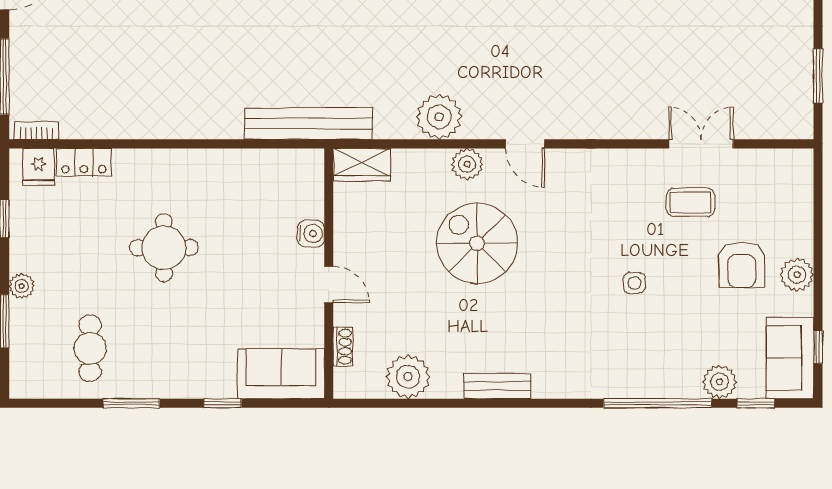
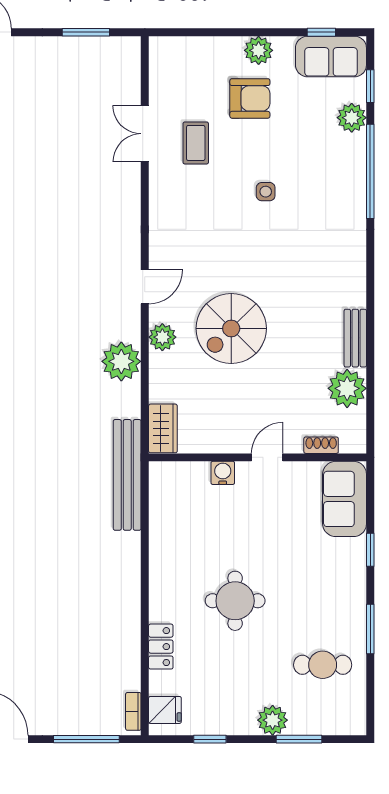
locker: (84, 162) -> (161, 647), moved
plant: (22, 286) -> (273, 720), width x1.38, depth x1.38
bench: (497, 386) -> (355, 338), moved

